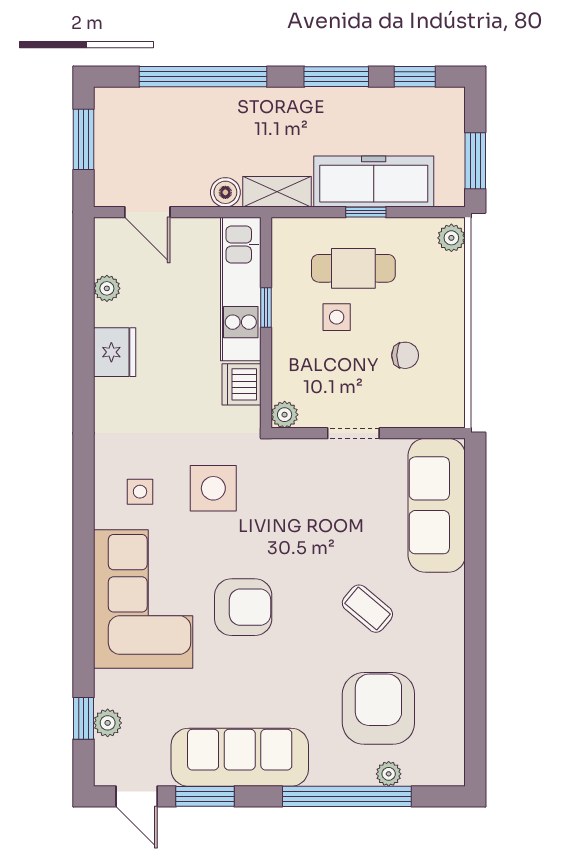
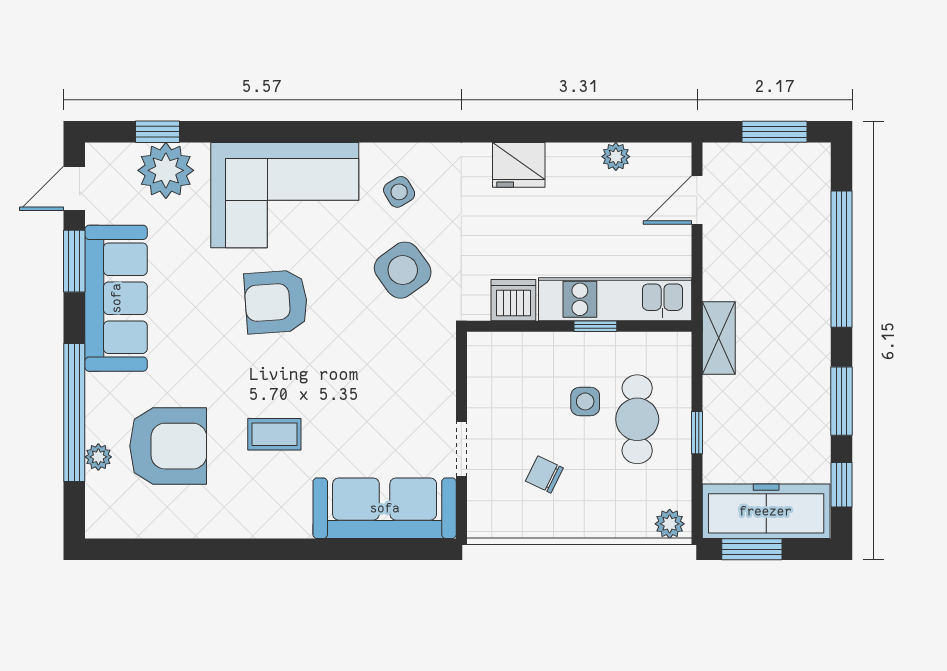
freezer: (374, 181) -> (766, 511), moved, turned -90
boiler: (225, 192) -> (718, 283), removed
fridge: (115, 352) -> (519, 165), moved
chair: (405, 355) -> (544, 474), turned 116
plant: (285, 415) -> (481, 346), removed
doorway: (353, 433) -> (461, 449), moved
side table: (213, 488) -> (403, 270), turned -36
side table: (140, 492) -> (399, 192), turned -31
armchair: (243, 607) -> (276, 302), turned 86
coffee table: (367, 609) -> (274, 434), turned 50
plant: (108, 723) -> (166, 170), width x1.88, depth x1.88

